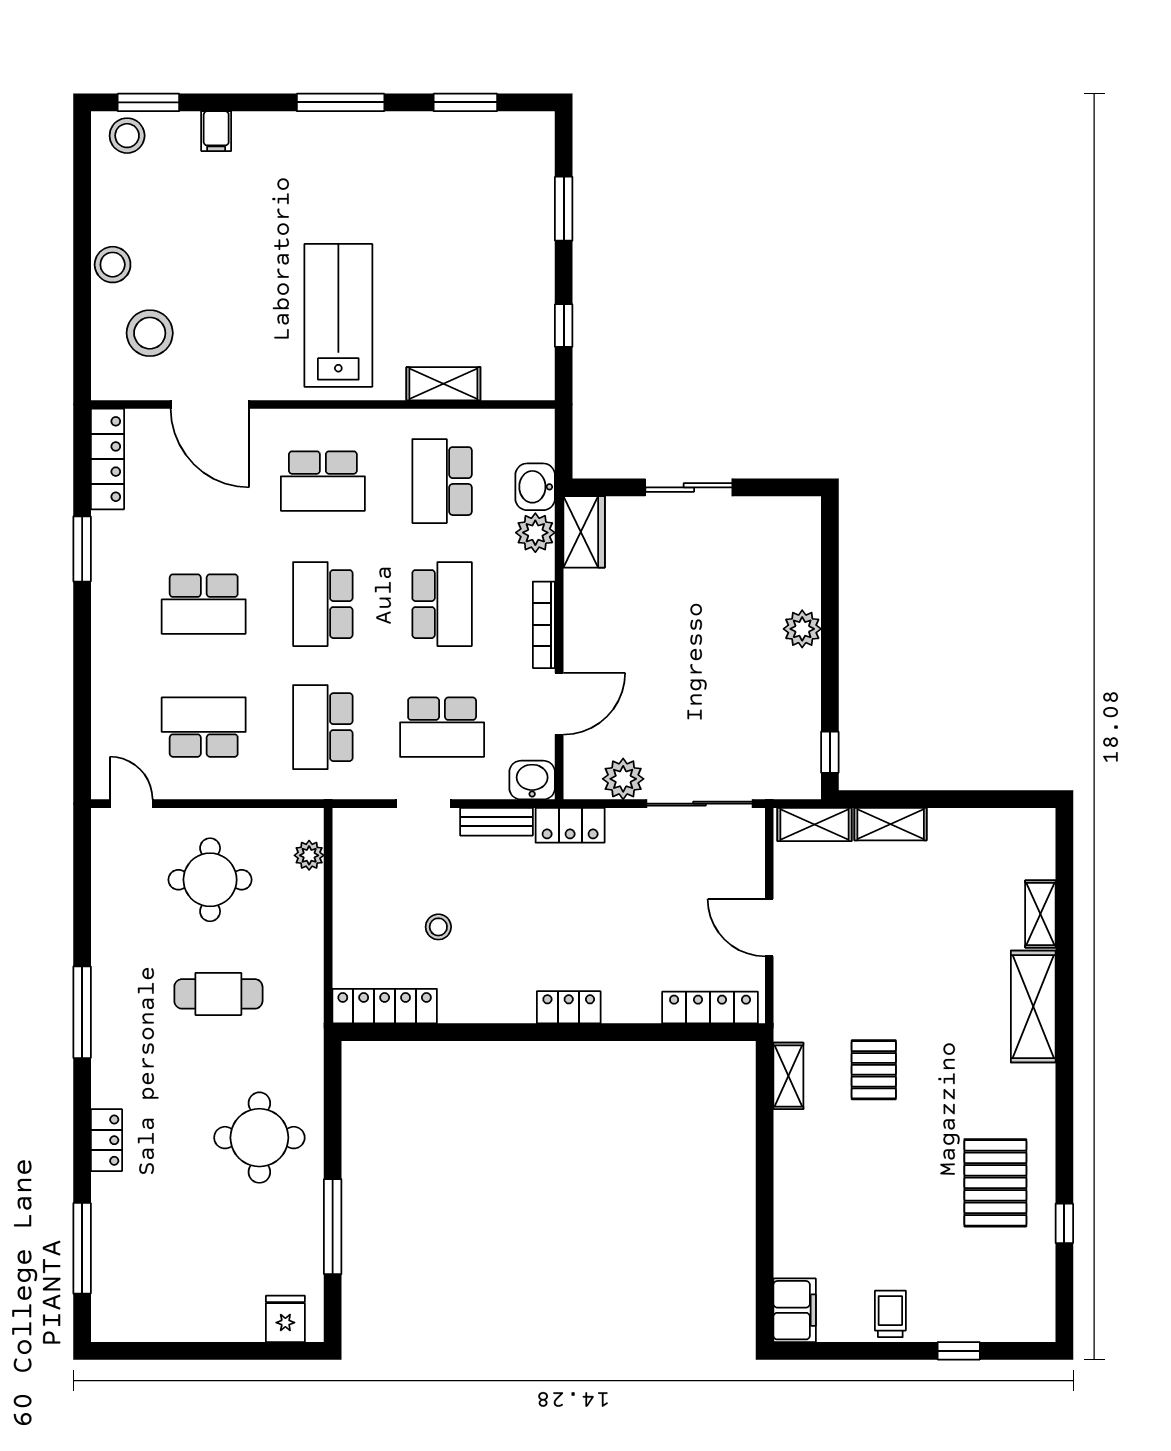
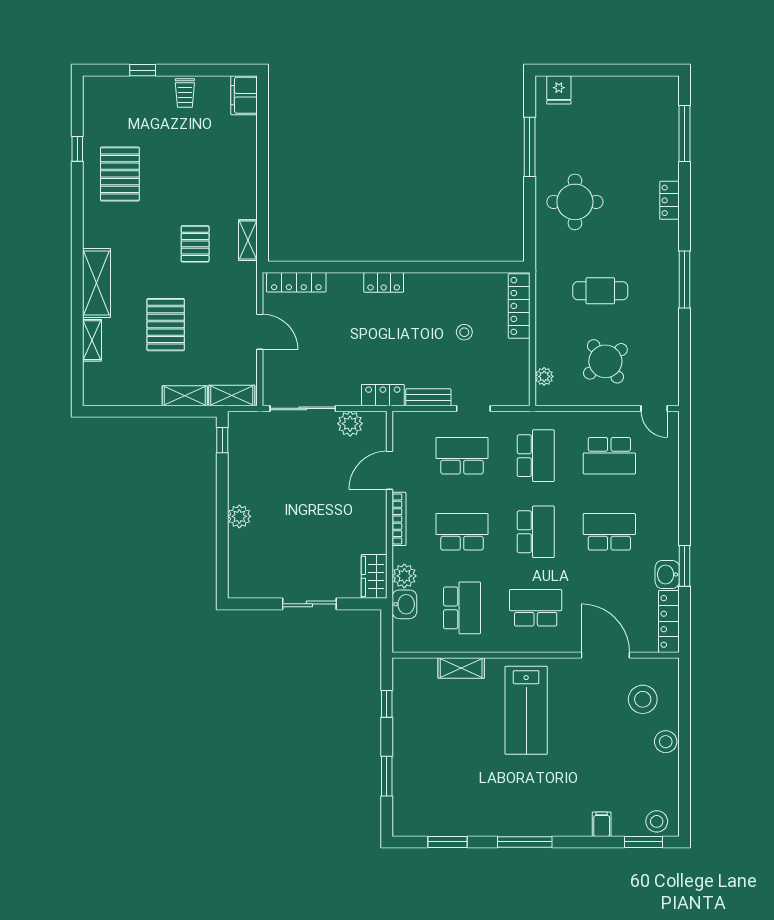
school desk: (442, 604) -> (462, 532), turned 90
washbasin: (532, 780) -> (667, 574), moved, turned 90
round table: (210, 880) -> (605, 361), turned -37
pallet: (921, 939) -> (166, 325), added
locker: (385, 1006) -> (519, 306), moved, turned 90

